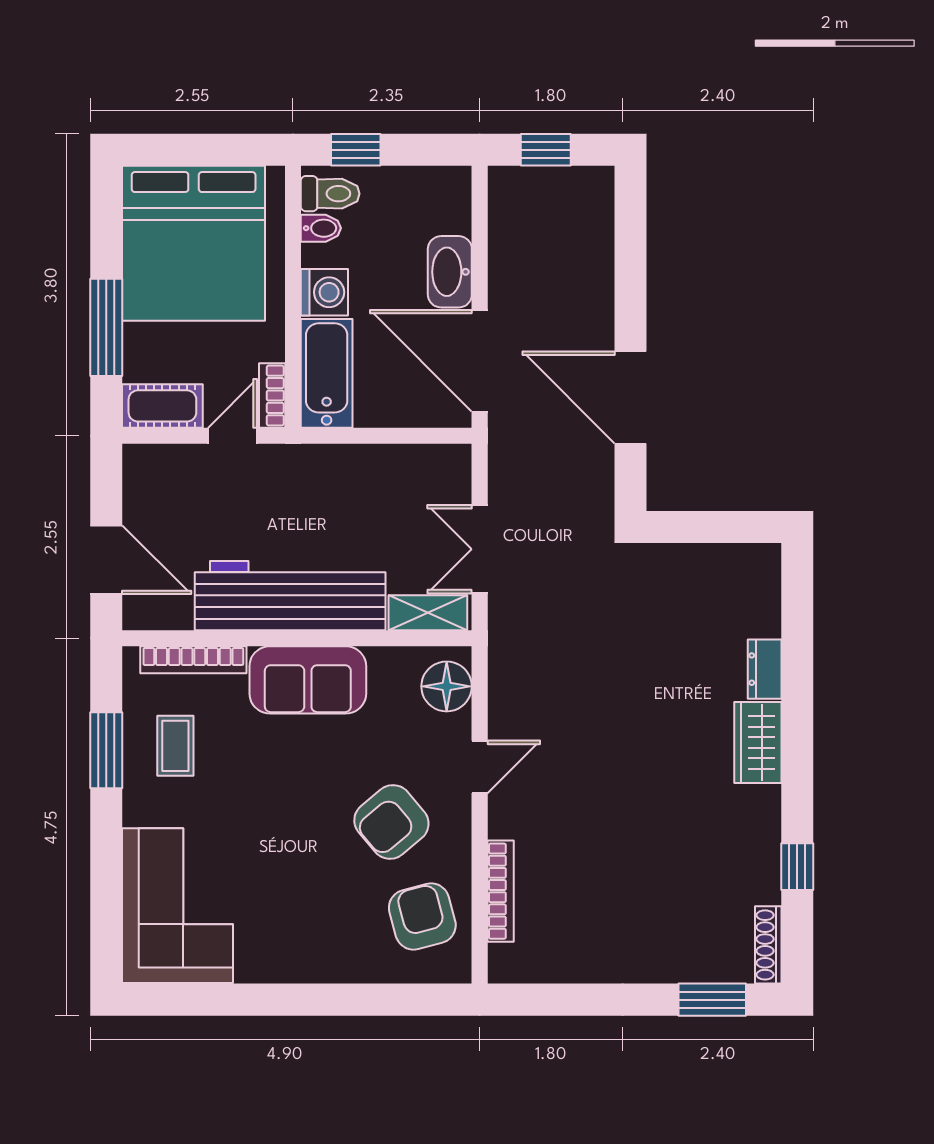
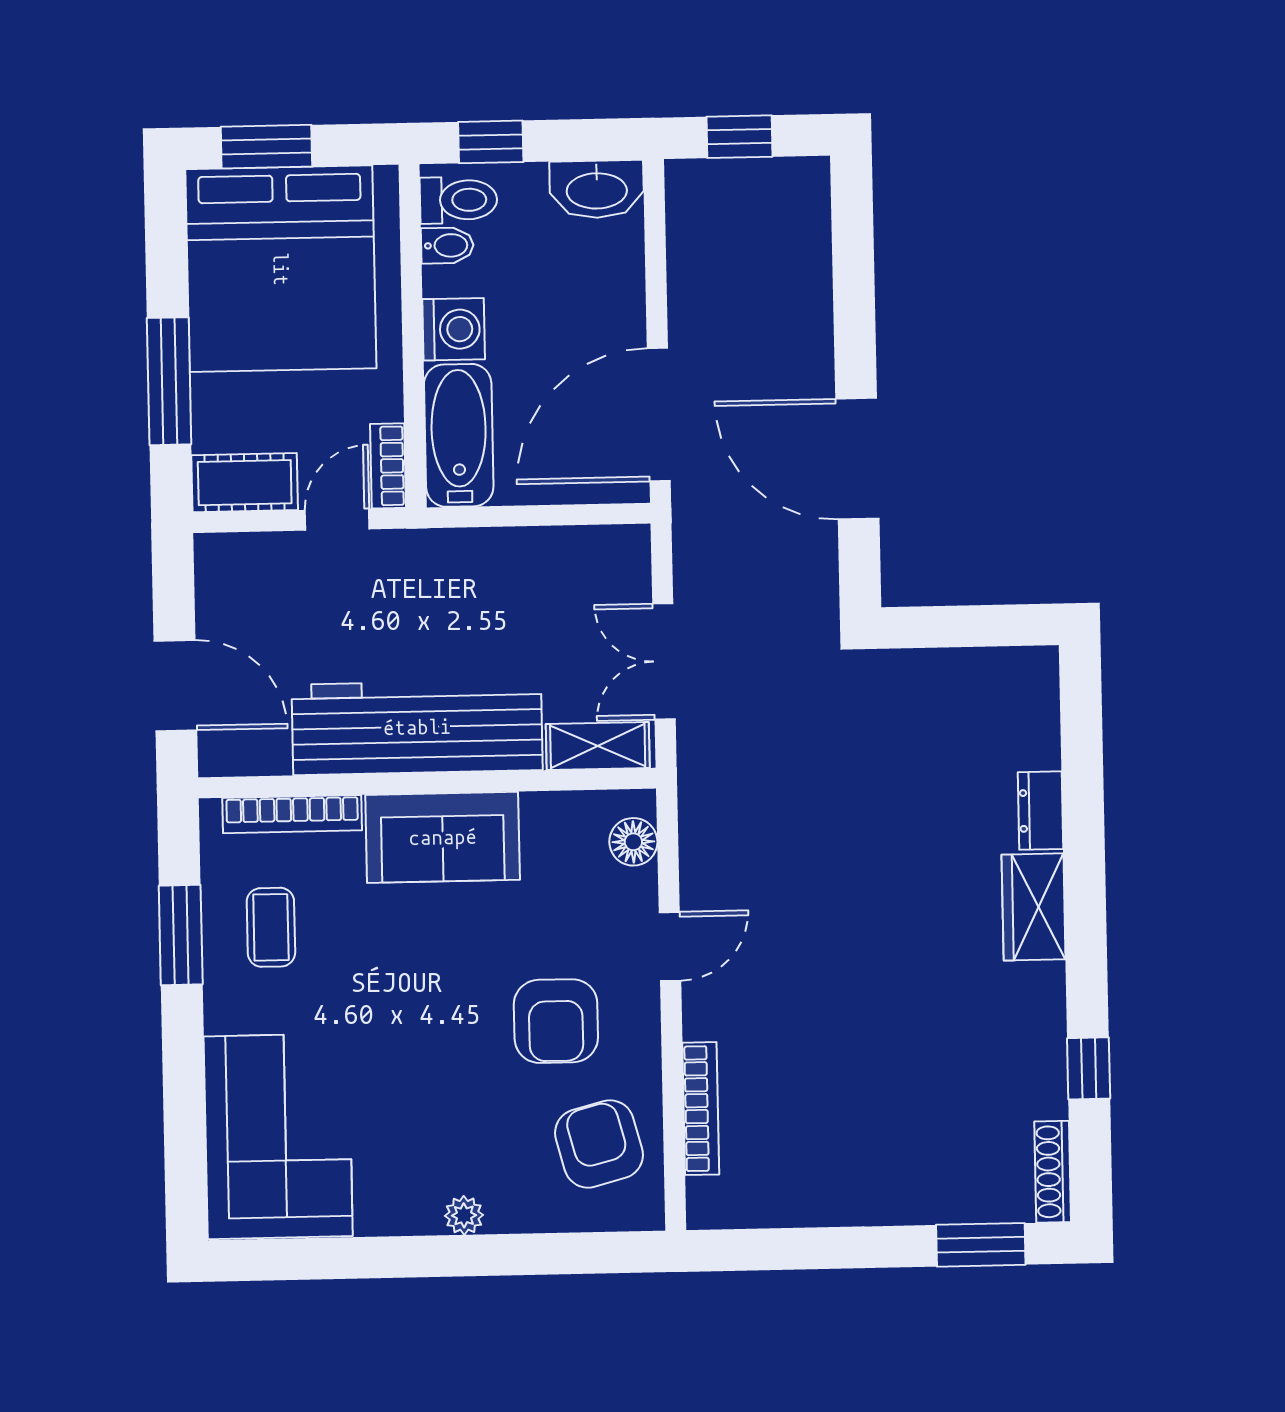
window: (184, 150) -> (266, 147), added
washbasin: (450, 272) -> (597, 189), moved, turned -90
door: (480, 361) -> (659, 415), hinge flipped
floor lamp: (447, 686) -> (633, 842), width x0.73, depth x0.73
armchair: (391, 822) -> (556, 1021), turned -50
plant: (318, 969) -> (464, 1215), added

